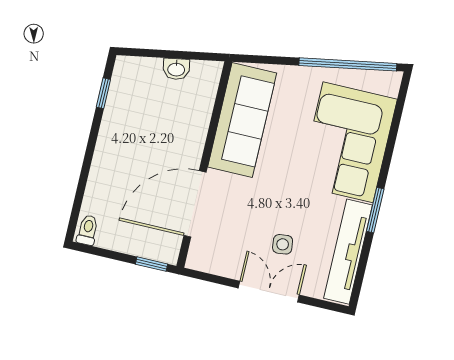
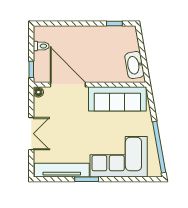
washbasin: (176, 69) -> (134, 65), width x1.91, depth x1.45
toilet: (88, 230) -> (41, 46), moved
side table: (283, 244) -> (58, 135), removed
floor lamp: (196, 261) -> (38, 92), added

